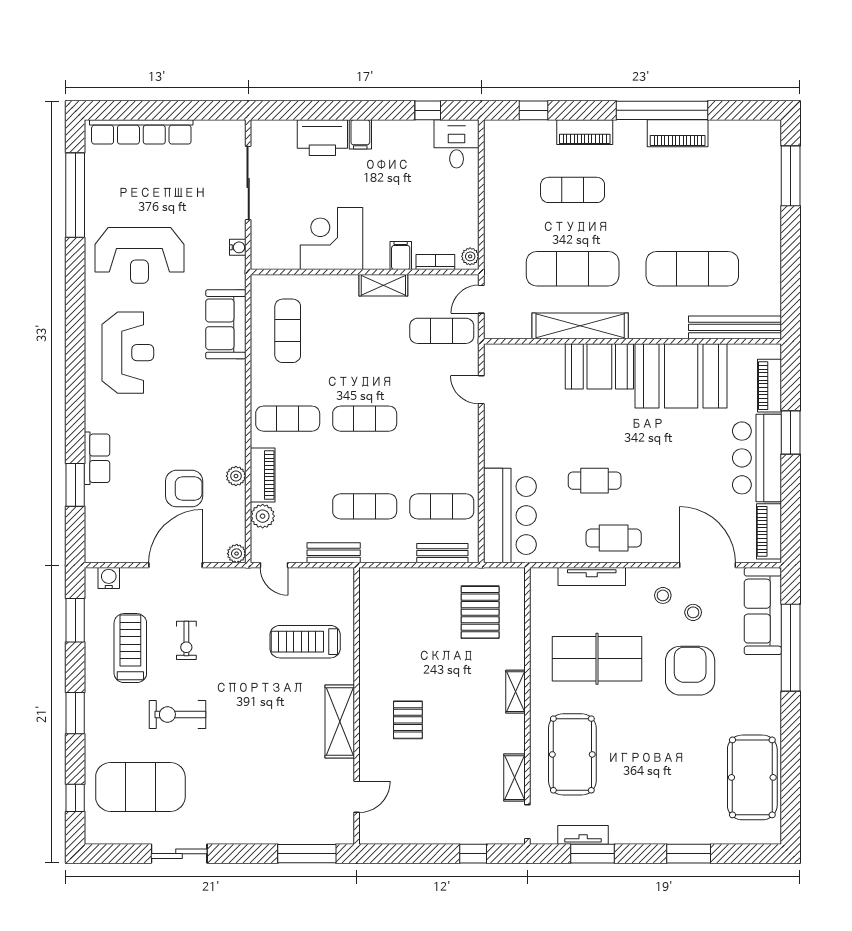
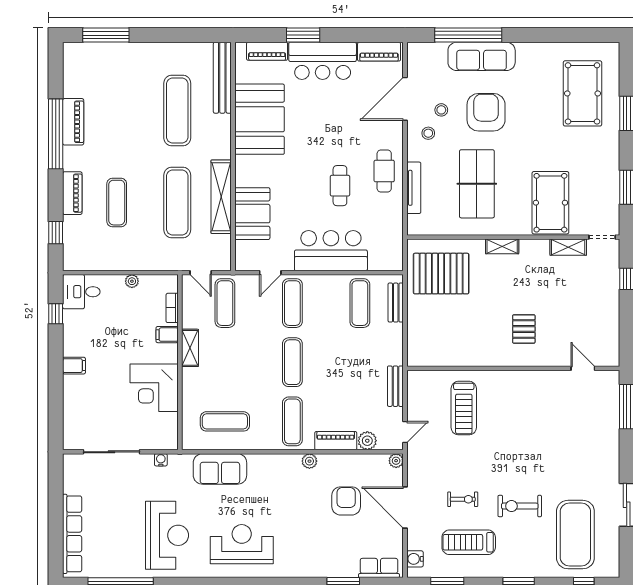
printer: (322, 138) -> (77, 395), removed
plant: (470, 256) -> (132, 281), moved
booth: (599, 366) -> (252, 214), moved
row of seats: (97, 458) -> (379, 568), moved
plant: (236, 476) -> (309, 461), moved
exercise mat: (365, 506) -> (292, 303), moved
bar counter: (510, 516) -> (331, 251), moved
sofa: (763, 611) -> (482, 56), moved
pallet: (480, 612) -> (441, 274), width x1.37, depth x1.41
armchair: (690, 671) -> (486, 112), turned 90
exercise bike: (178, 714) -> (520, 506), turned 90
pallet: (408, 720) -> (524, 329), turned 90
shelving: (340, 722) -> (525, 381), removed
pool table: (572, 754) -> (550, 203), turned 90
pool table: (752, 777) -> (582, 93), moved, turned 90
tv unit: (583, 835) -> (612, 194), removed

